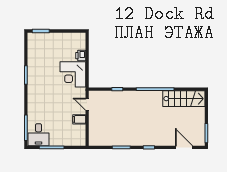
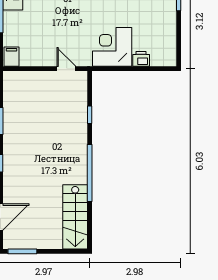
door: (87, 104) -> (66, 69), hinge flipped
filing cabinet: (79, 119) -> (12, 57), moved

